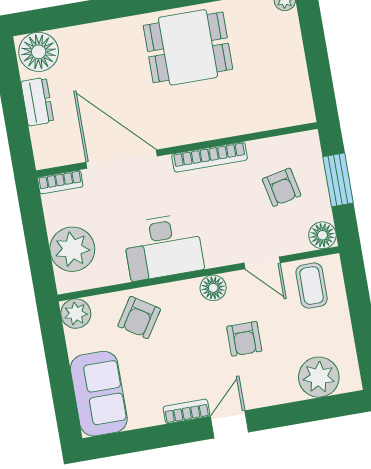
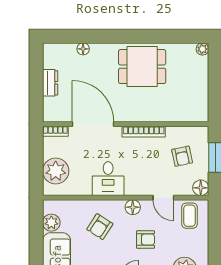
floor lamp: (39, 52) -> (83, 49), moved, width x0.53, depth x0.53
desk: (163, 247) -> (108, 179), width x0.73
plant: (76, 314) -> (51, 223), moved
armchair: (139, 317) -> (100, 227), moved
armchair: (244, 339) -> (146, 240), turned -90

